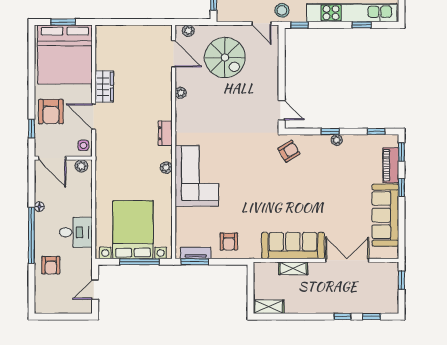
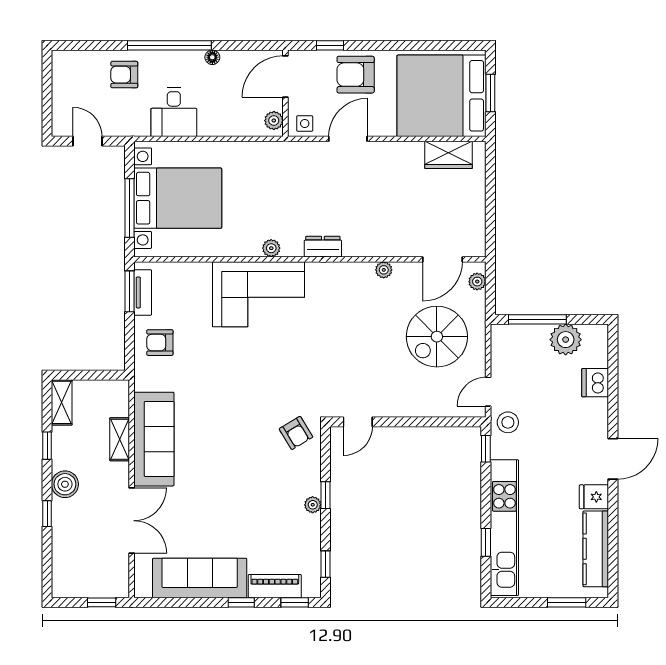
wardrobe: (104, 87) -> (449, 155), moved
boiler: (323, 305) -> (65, 484), added
window: (371, 317) -> (47, 446), moved

